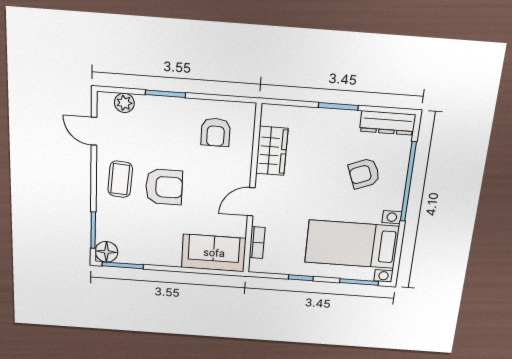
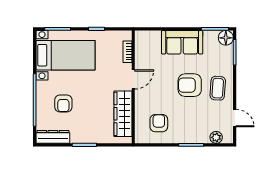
wardrobe: (272, 151) -> (123, 114), width x1.50
armchair: (364, 174) -> (63, 103), turned 111
sofa: (214, 253) -> (182, 42), moved

